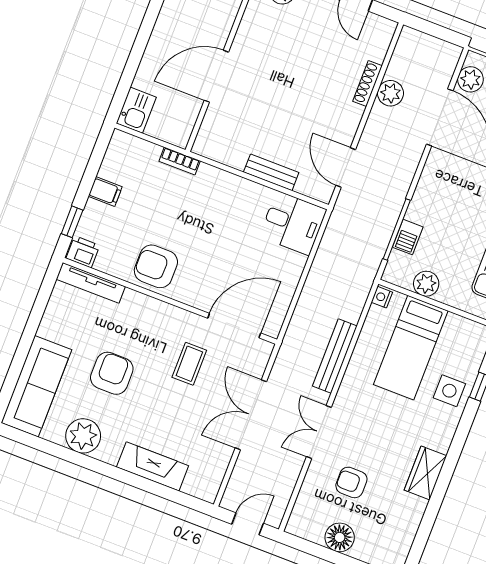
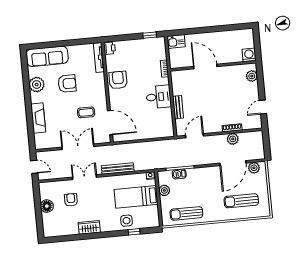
filing cabinet: (105, 192) -> (138, 45), removed
window: (72, 222) -> (150, 35), moved
desk: (293, 223) -> (159, 97), moved, turned -90

